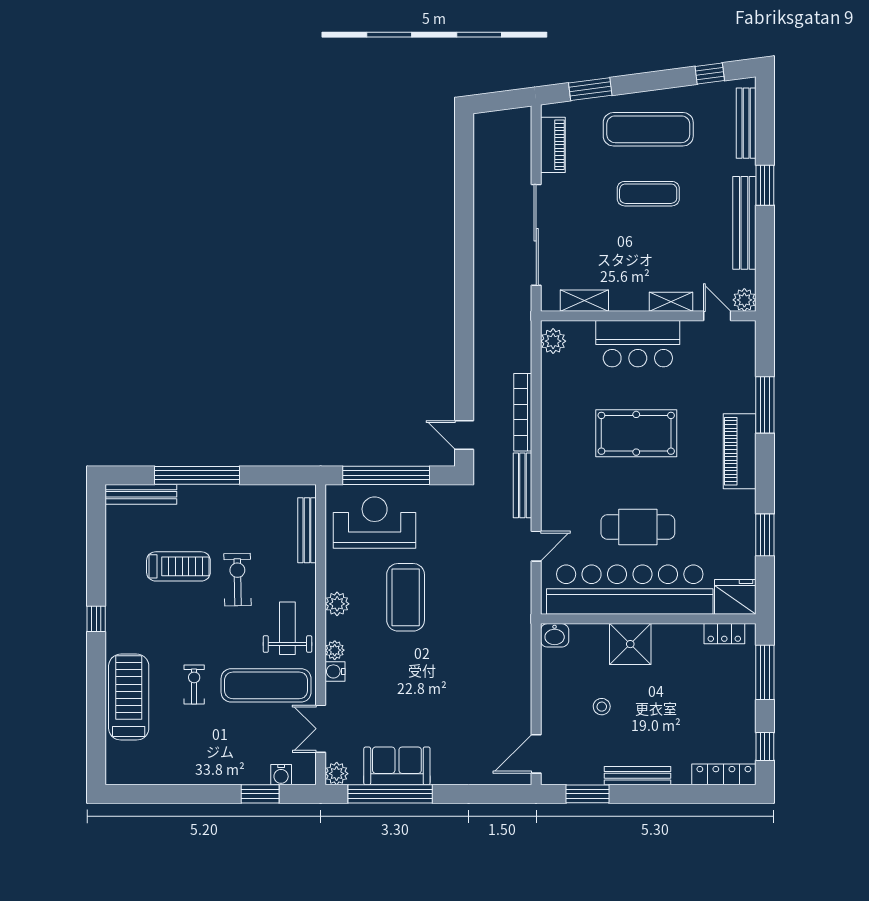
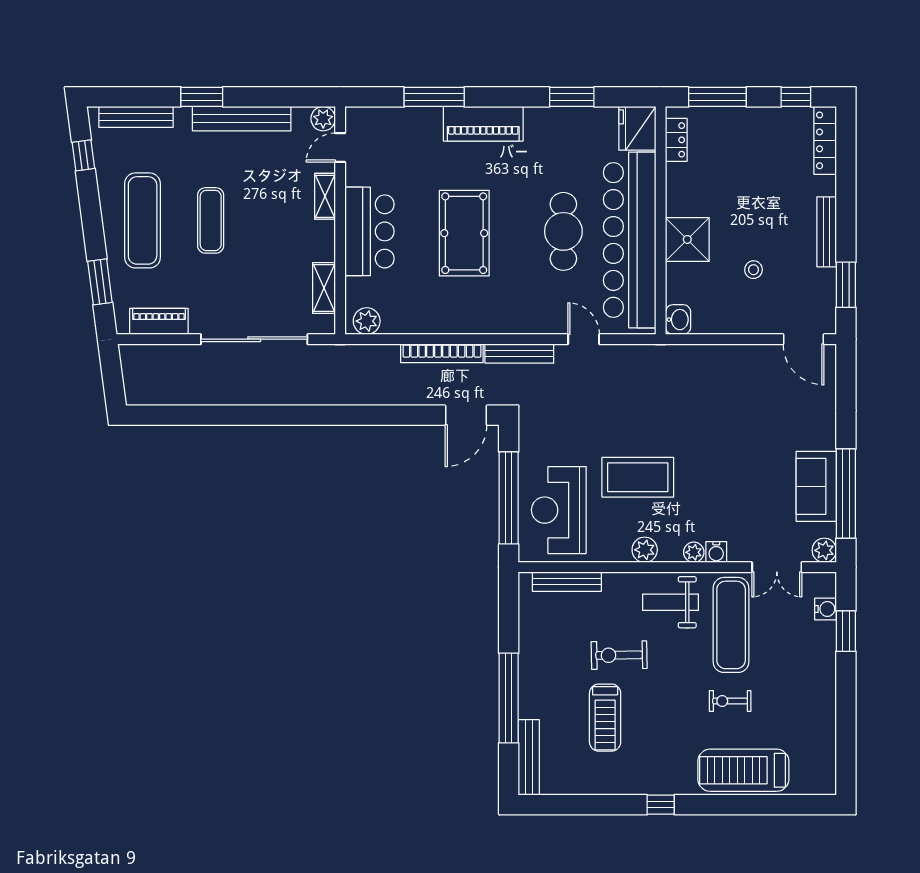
door: (464, 435) -> (466, 415), width x1.38
treadmill: (178, 566) -> (605, 718), turned 180

